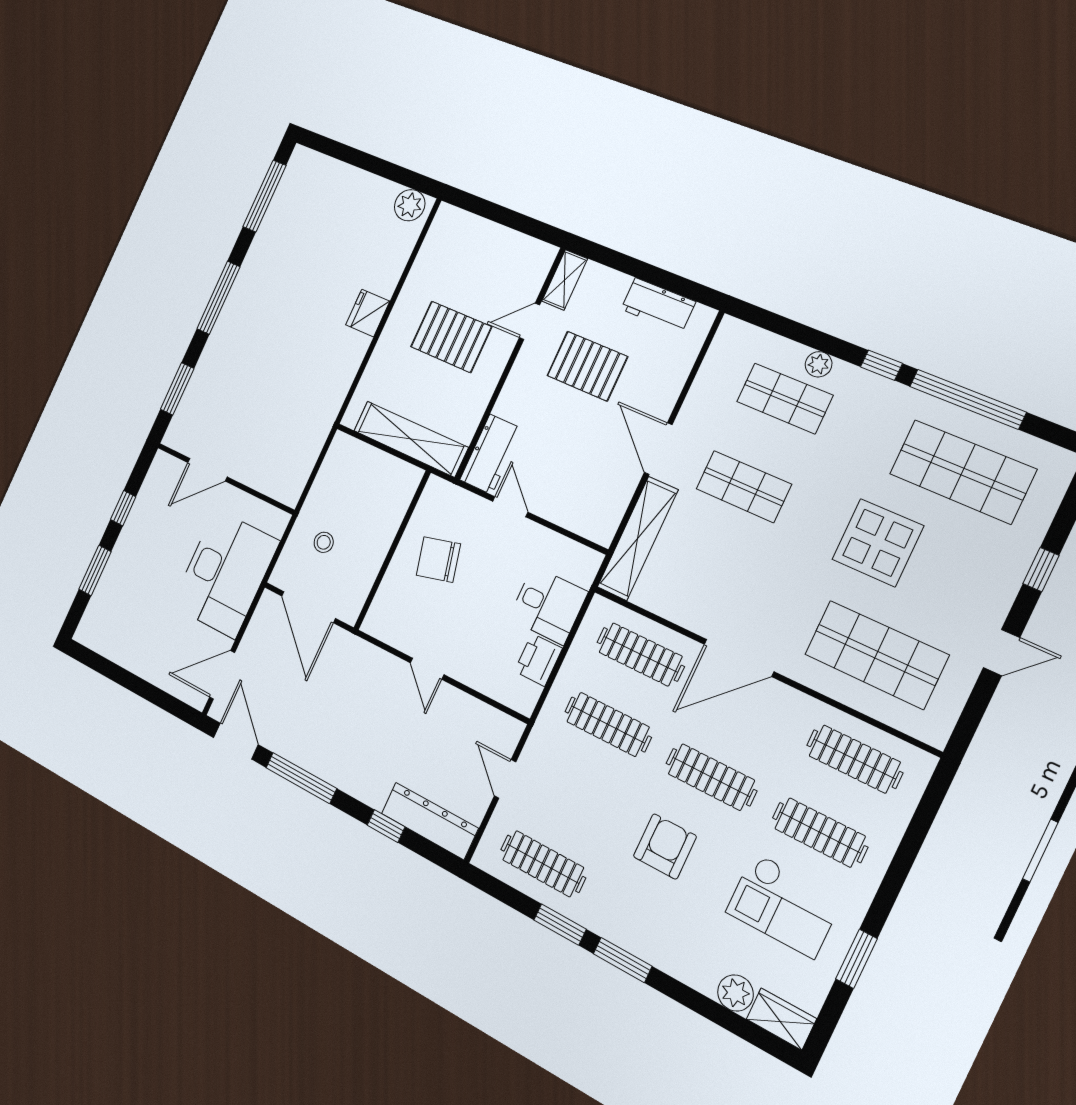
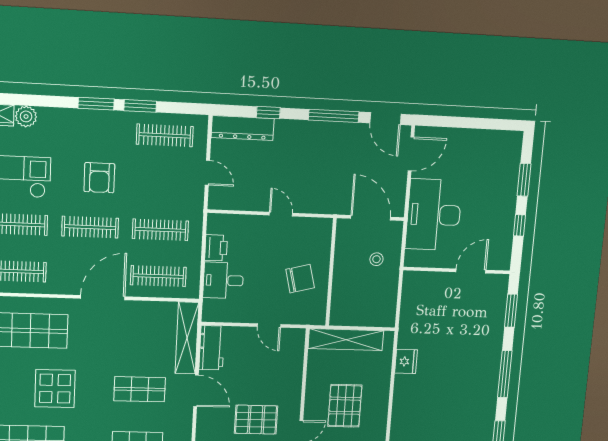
fridge: (368, 313) -> (406, 361), moved
pallet: (451, 337) -> (345, 406), turned 90
workbench: (491, 454) -> (212, 348), moved, turned 180

